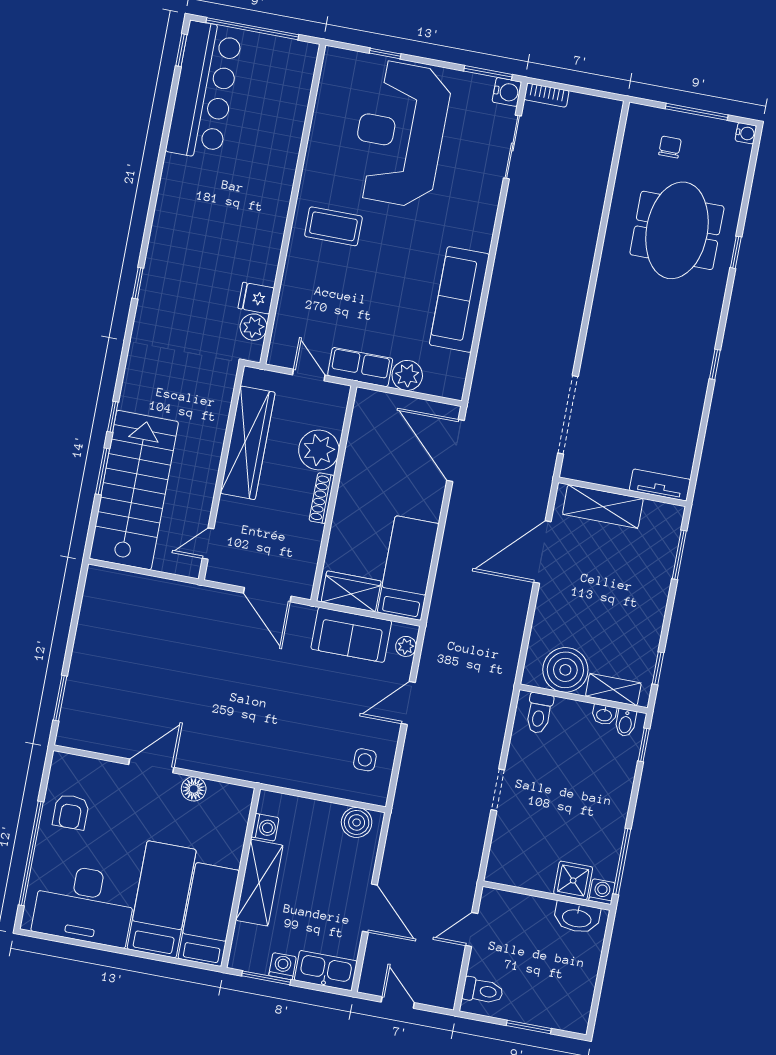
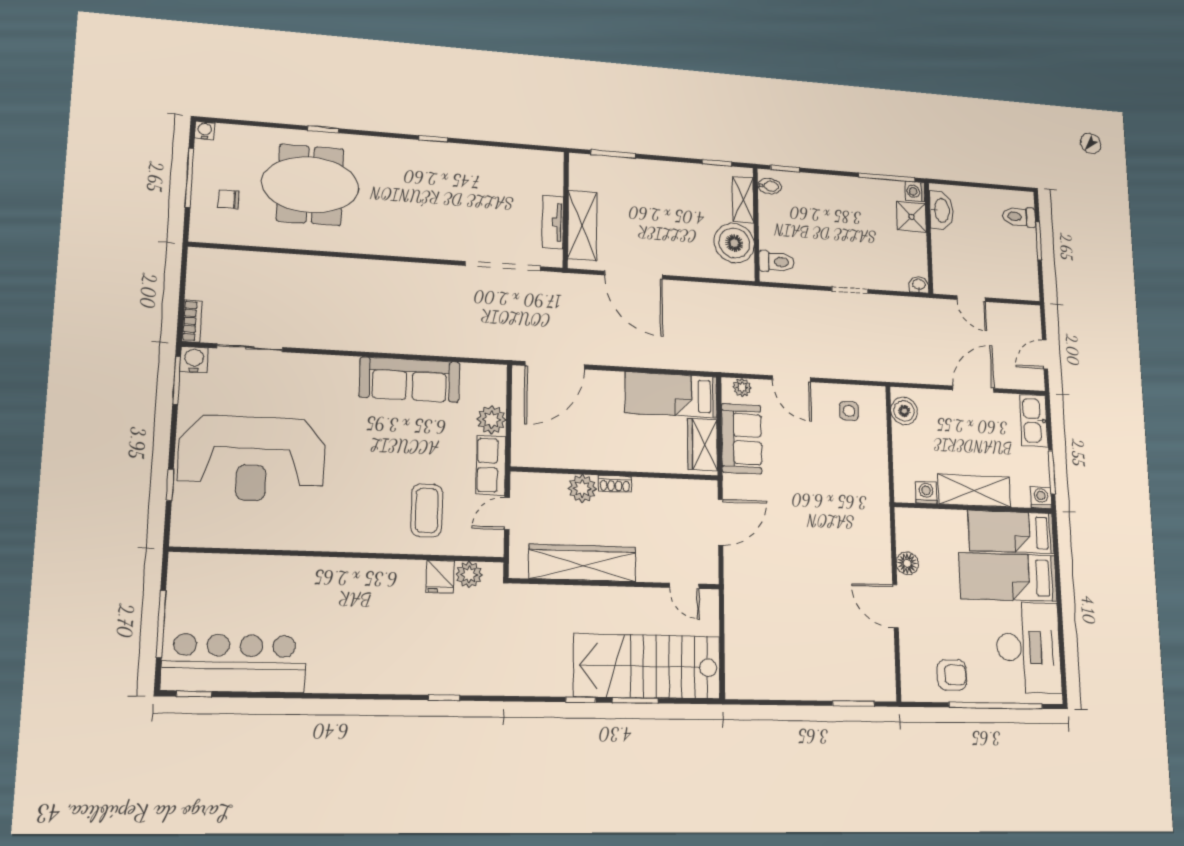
window: (252, 29) -> (161, 624), width x0.68
coffee table: (333, 226) -> (427, 510), moved
plant: (319, 450) -> (582, 489), width x0.73, depth x0.73
tv unit: (660, 485) -> (553, 222), moved
shoe rack: (322, 498) -> (615, 484), width x0.70
washbasin: (604, 715) -> (919, 285), moved, turned -90
washing machine: (283, 966) -> (1041, 498), moved, turned 90
toilet: (483, 991) -> (1019, 217), moved, turned -90

